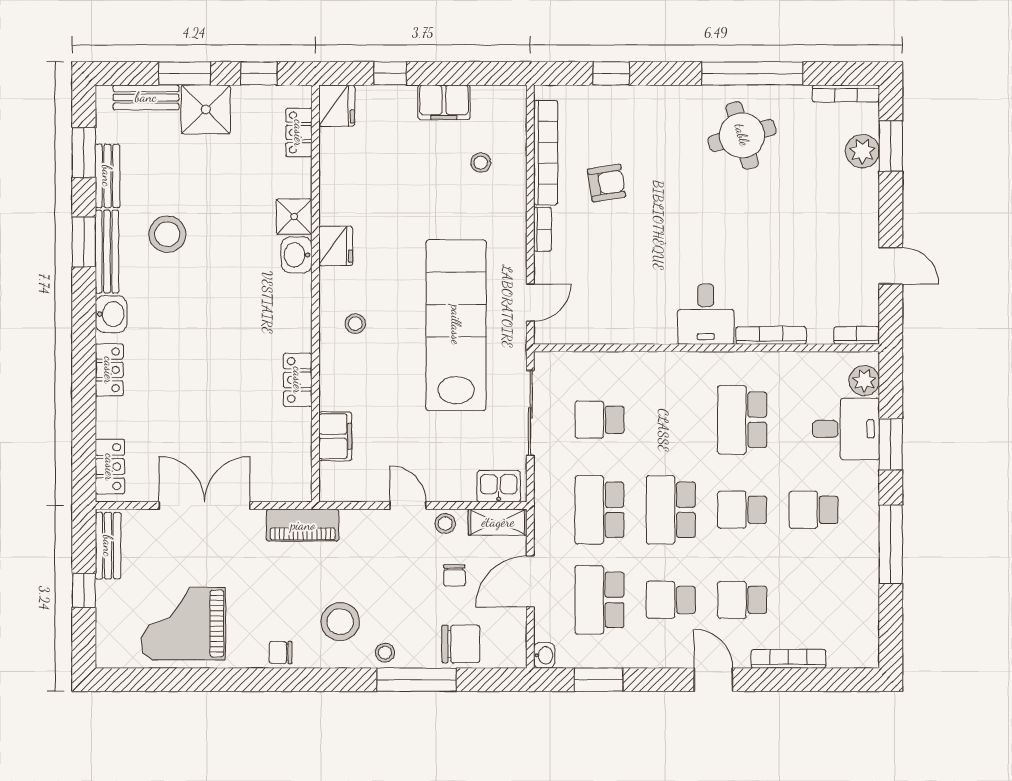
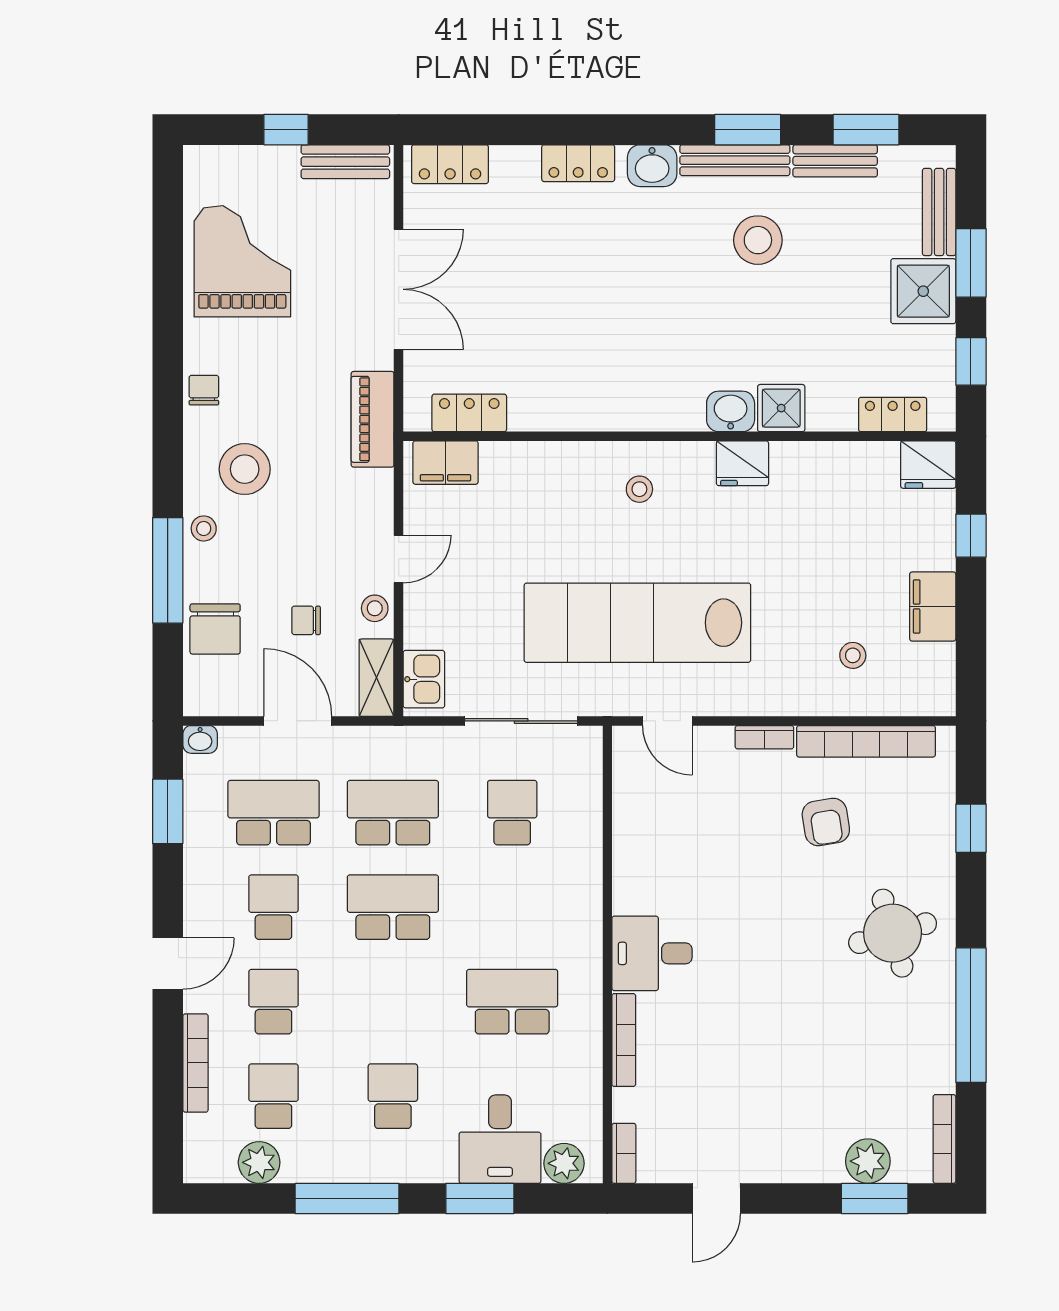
round table: (742, 135) -> (893, 933), moved
lab bench: (456, 325) -> (637, 623), turned 180
locker: (298, 380) -> (469, 413), moved
filing cabinet: (335, 436) -> (446, 463), moved
school desk: (742, 510) -> (273, 1096), moved
plant: (864, 611) -> (259, 1162), added

